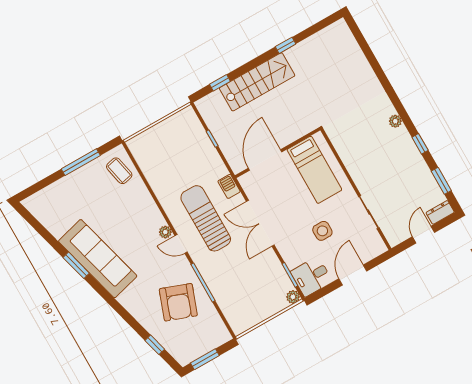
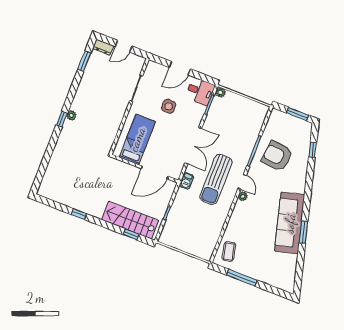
stairs: (257, 82) -> (130, 220), moved
window: (420, 144) -> (62, 119), moved
armchair: (178, 302) -> (277, 156), turned -104

